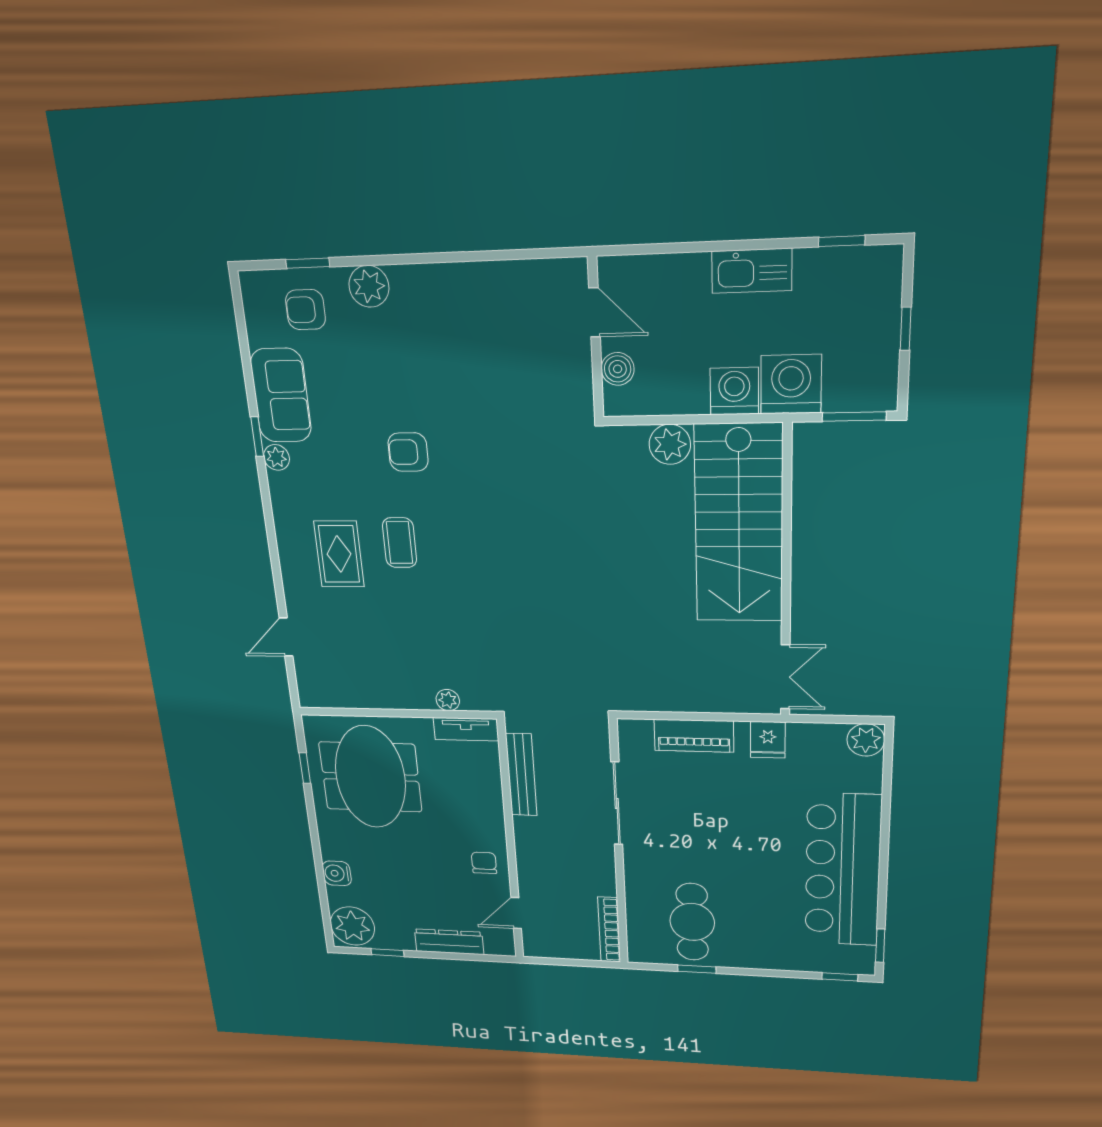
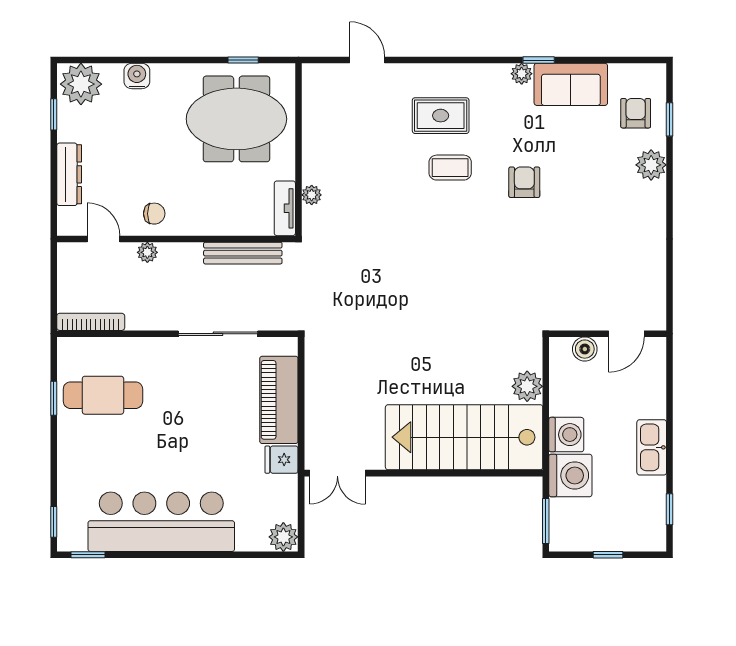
piano: (694, 736) -> (279, 400), width x1.37, depth x1.33
plant: (528, 871) -> (147, 252), added

